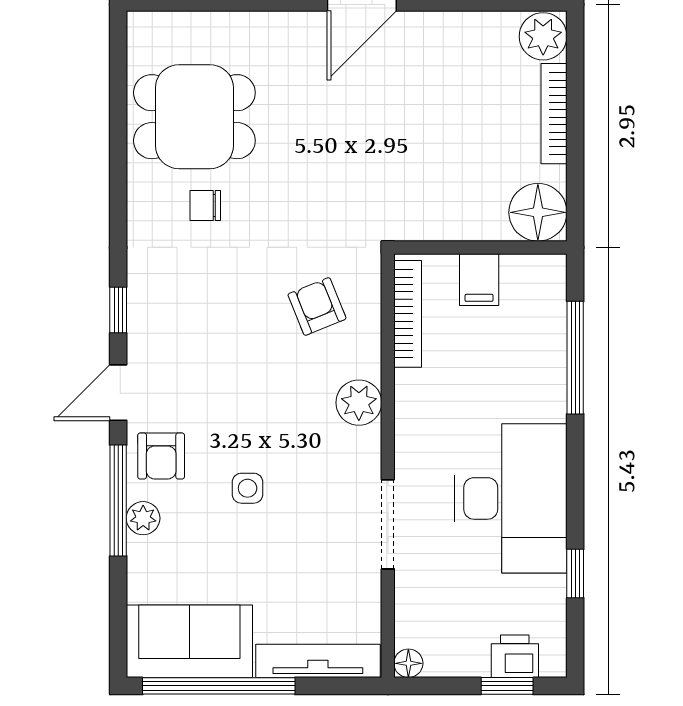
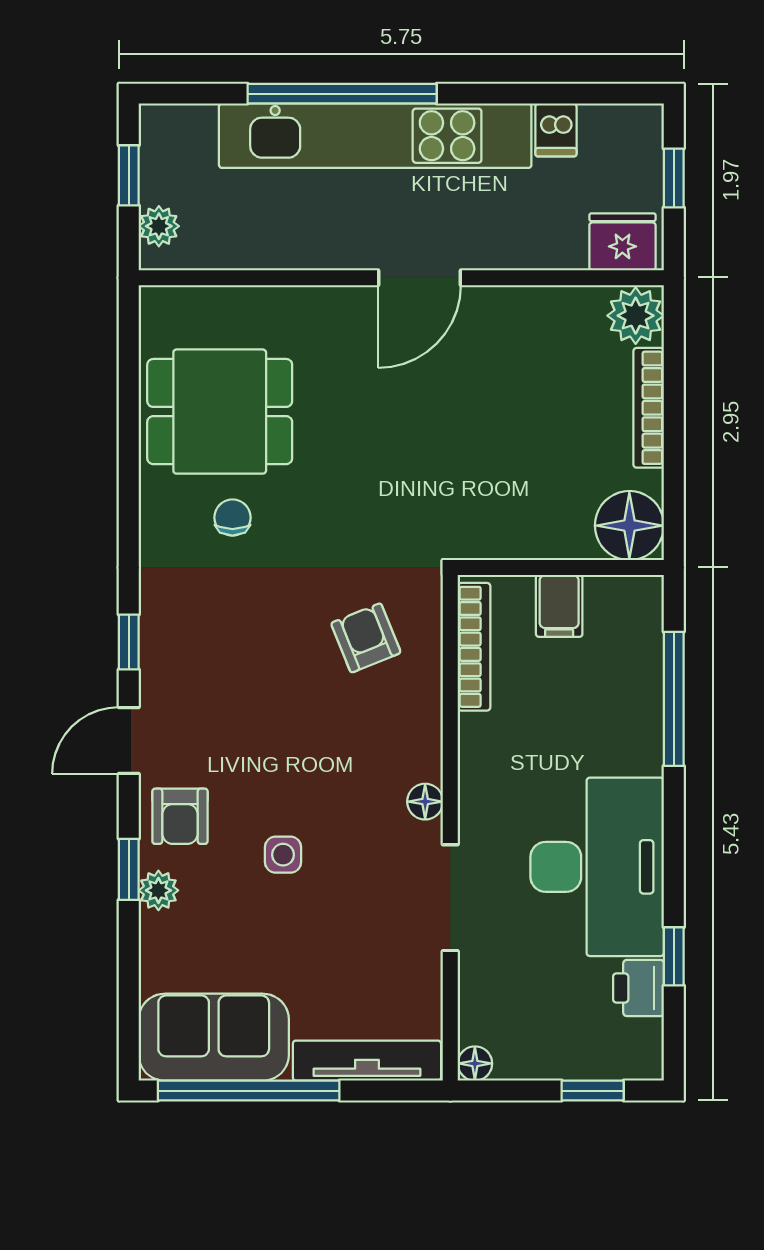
chair: (205, 206) -> (232, 518), turned 90
plant: (359, 403) -> (416, 753), removed
floor lamp: (367, 444) -> (425, 802), added
window: (118, 501) -> (129, 869), width x0.46
printer: (515, 656) -> (639, 988), moved, turned -90

